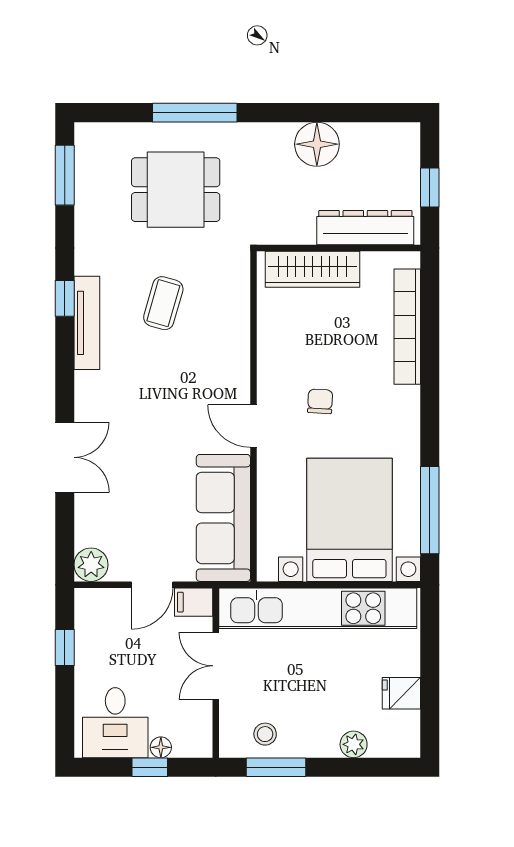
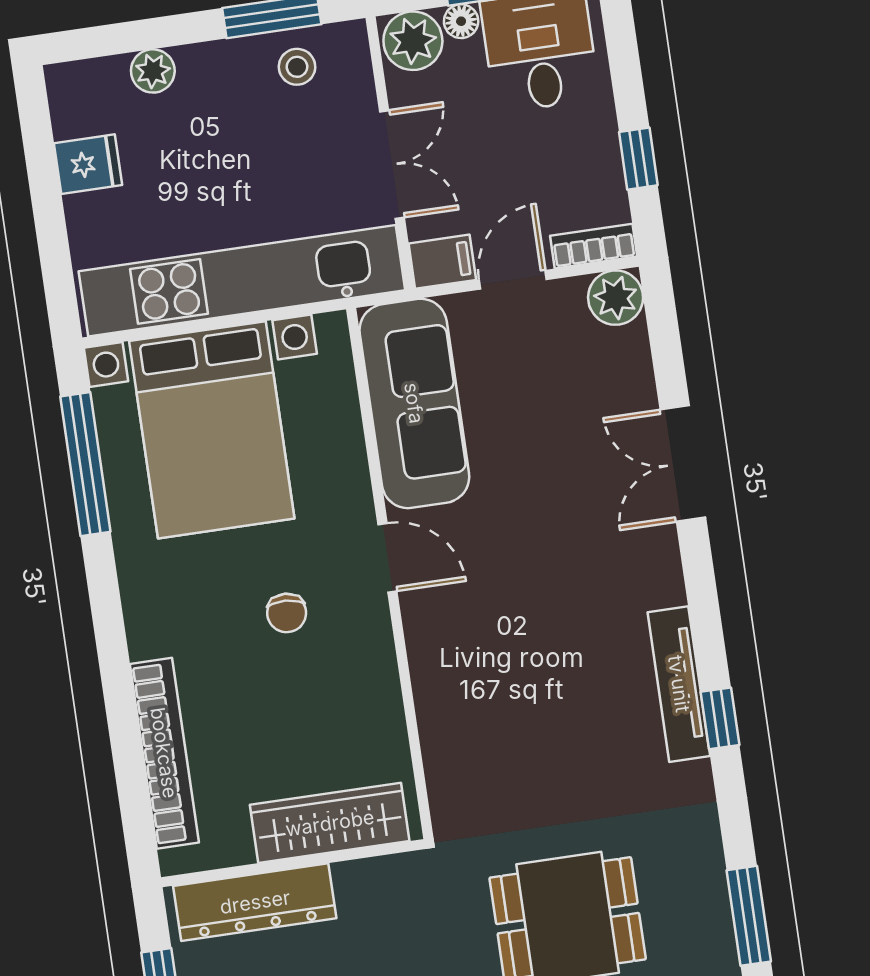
coffee table: (163, 303) -> (561, 734), removed
bookcase: (100, 598) -> (594, 246), added
plant: (192, 740) -> (413, 41), added

